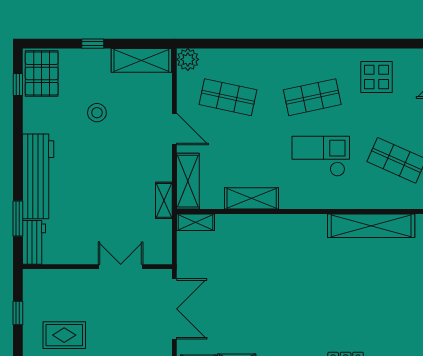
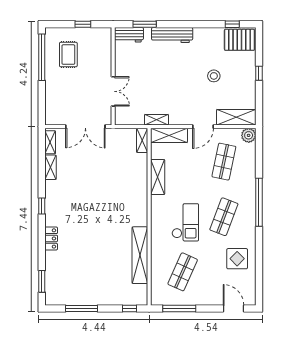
window: (290, 44) -> (259, 202), added
shelving: (141, 60) -> (236, 117), moved, turned 90
shop shelf: (312, 97) -> (224, 217), turned 33
workbench: (38, 176) -> (172, 35), width x0.73, depth x0.76

